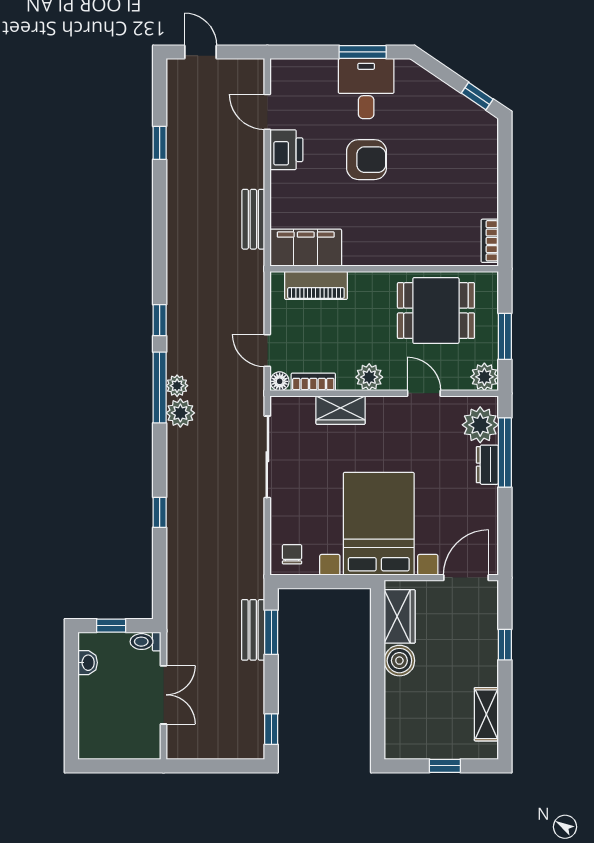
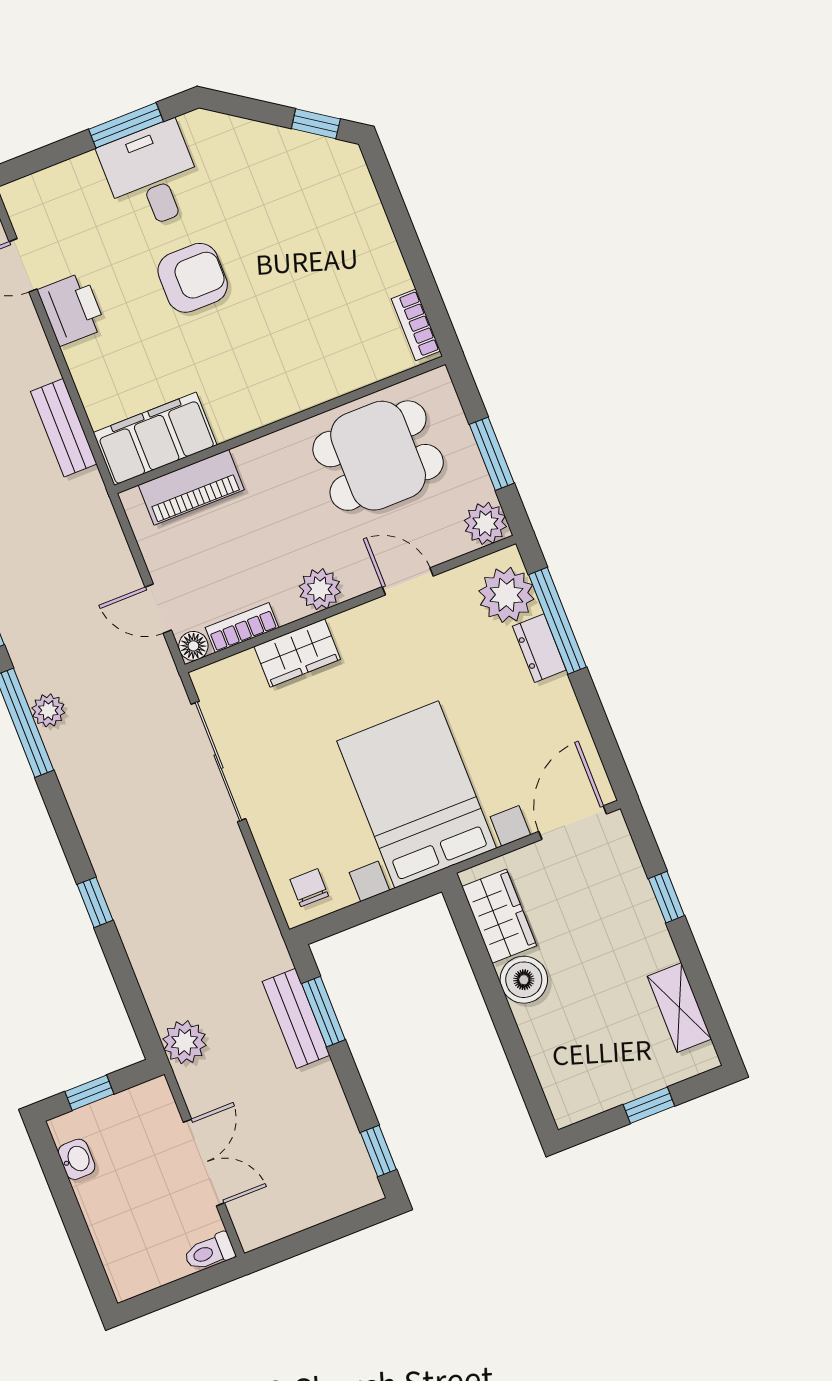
plant: (180, 413) -> (185, 1042), moved
toilet: (146, 642) -> (209, 1252), moved

